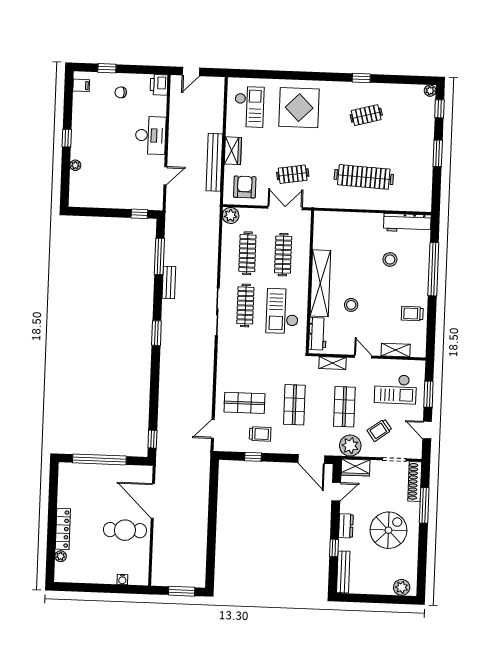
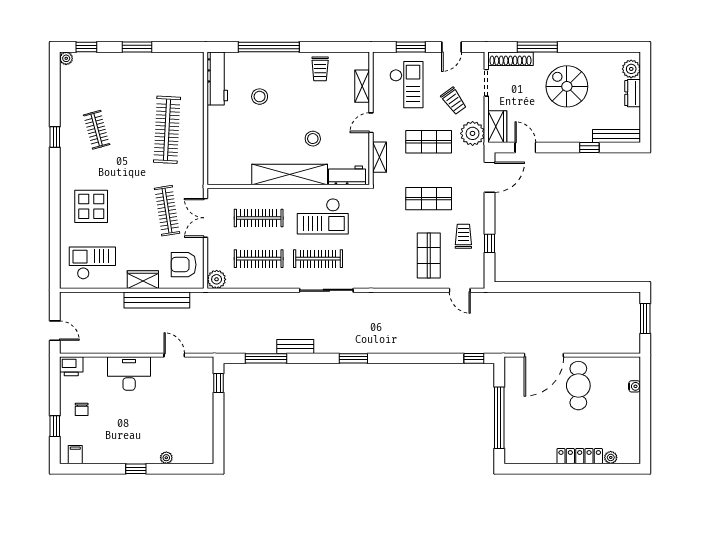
display table: (299, 108) -> (91, 206), width x0.73, depth x0.73
clothes rail: (293, 174) -> (167, 211), width x1.36
dresser: (346, 526) -> (633, 93), moved, turned -90

